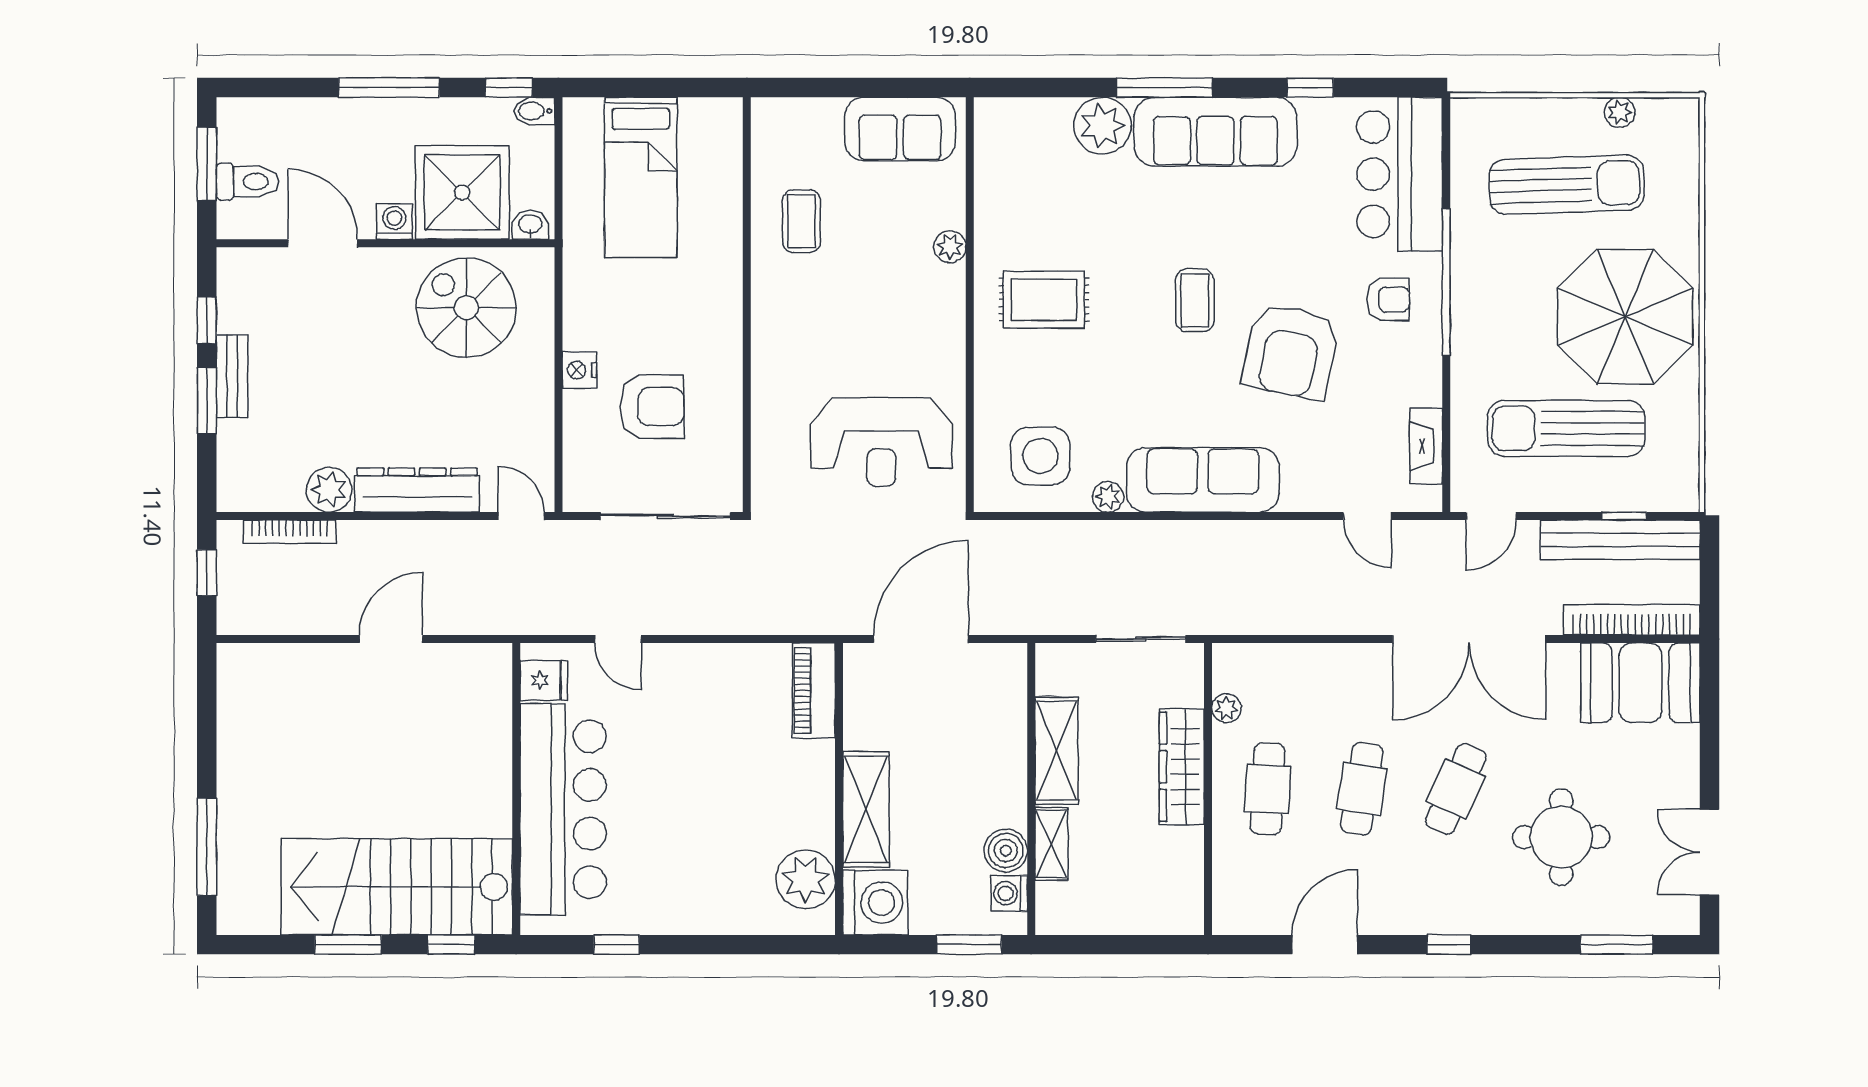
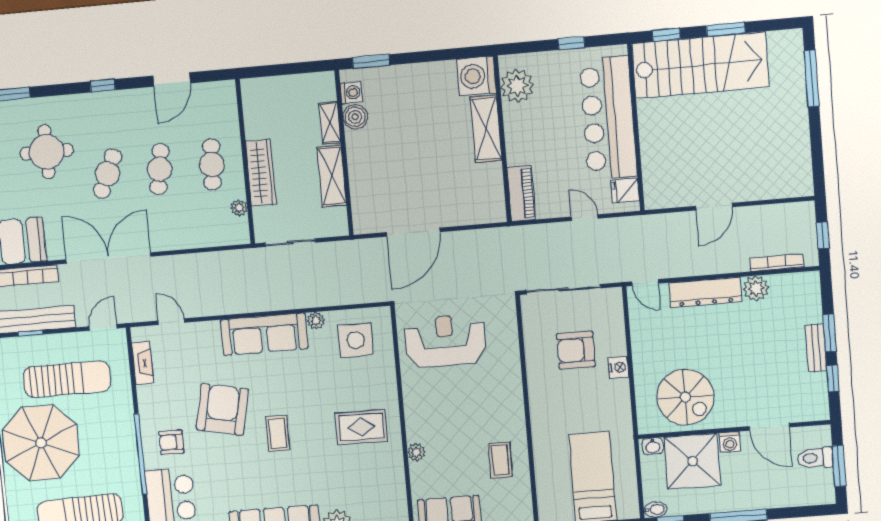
piano: (814, 691) -> (521, 194), moved
wall: (839, 789) -> (502, 139), moved
shelving: (866, 809) -> (486, 129), moved
plant: (806, 879) -> (517, 86), moved
washing machine: (875, 903) -> (476, 76), moved

